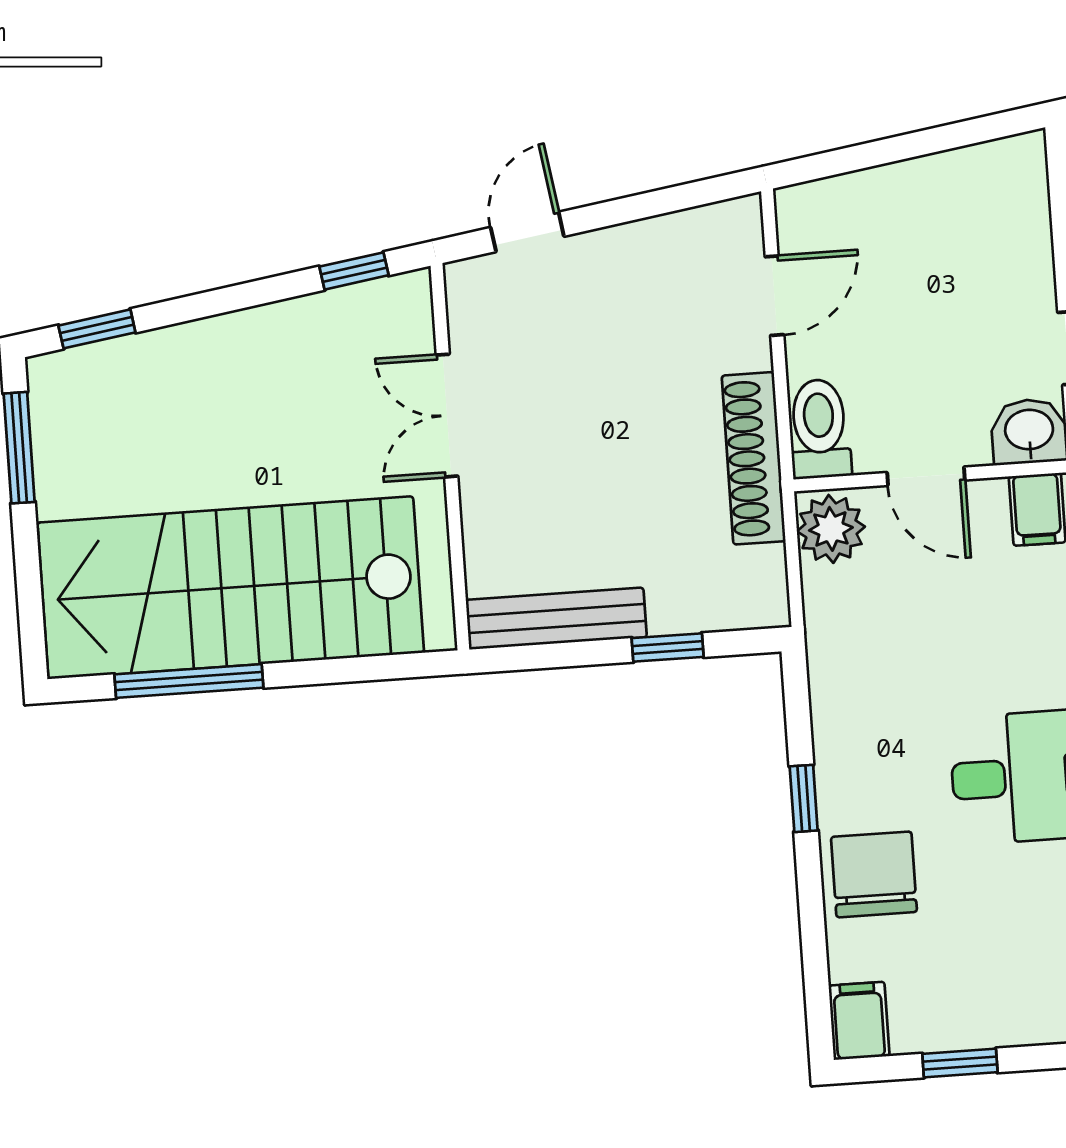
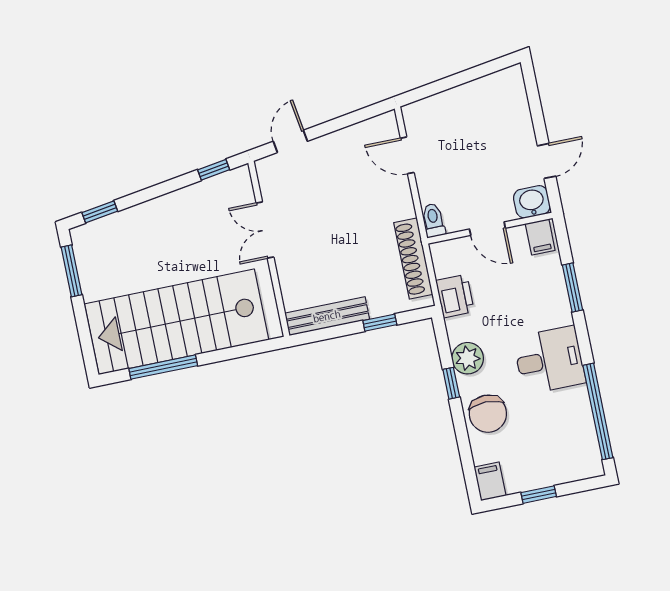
door: (774, 296) -> (407, 155), swing flipped
toilet: (819, 429) -> (433, 220), width x0.73, depth x0.72
shoe rack: (754, 458) -> (413, 258), moved
plant: (831, 529) -> (468, 358), moved
printer: (837, 612) -> (455, 296), added
chair: (874, 874) -> (488, 414), turned 180

